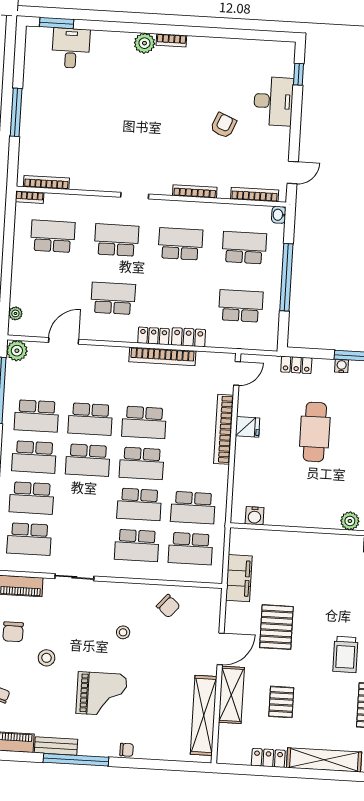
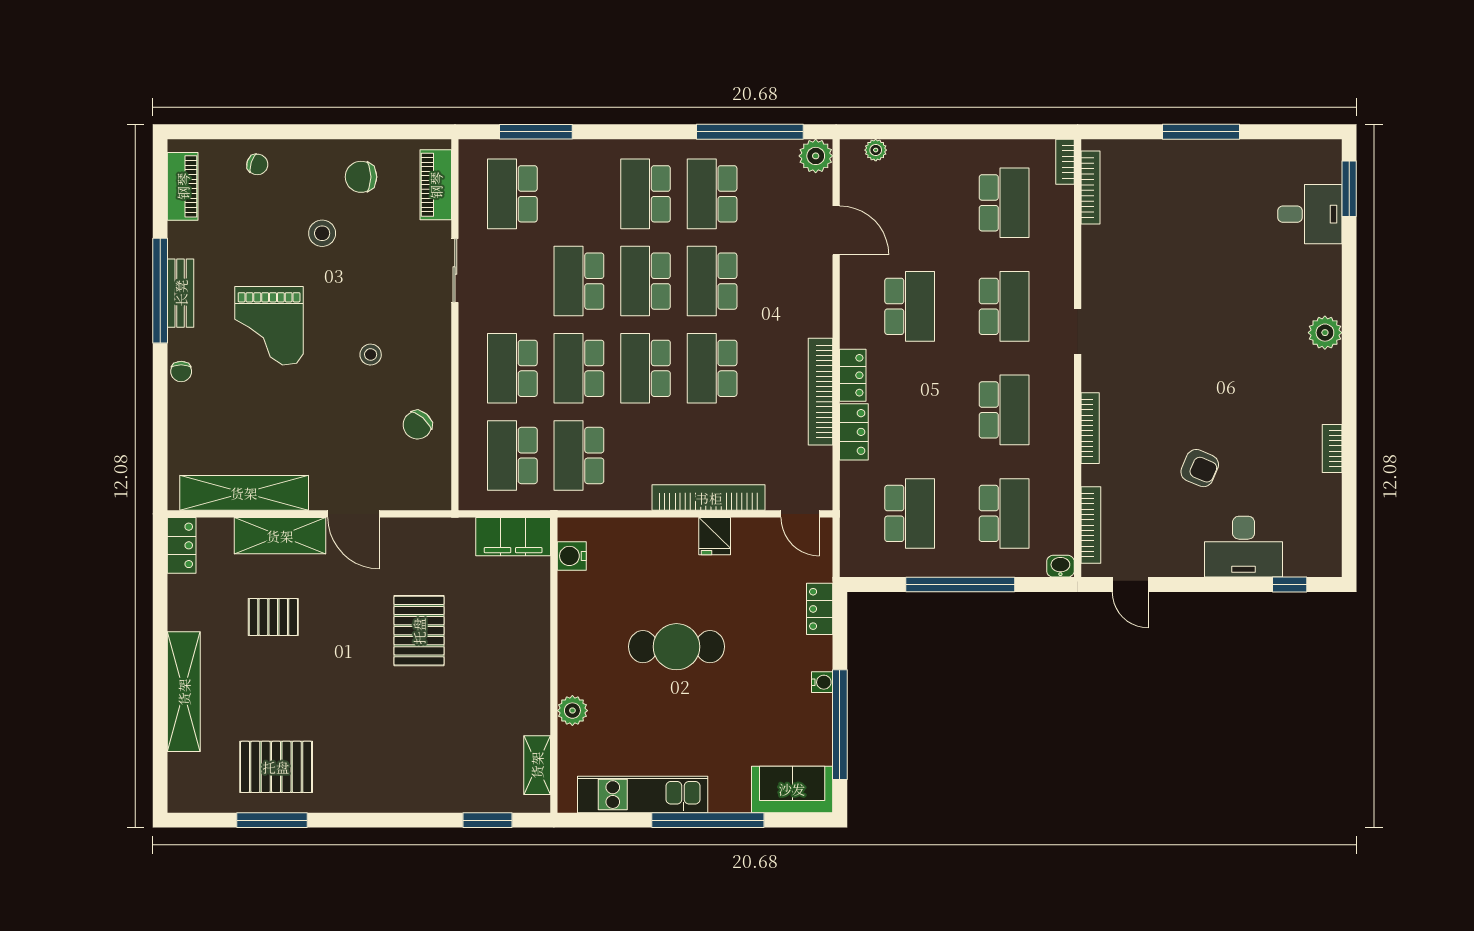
bookcase: (171, 40) -> (1332, 449), moved
cafe table: (315, 432) -> (676, 647), moved
school desk: (32, 498) -> (579, 281), moved
filing cabinet: (239, 578) -> (513, 537), moved
pallet: (276, 627) -> (419, 631), moved, turned 90
trolley: (345, 654) -> (356, 716), removed
bench: (56, 746) -> (181, 293), moved
locker: (268, 758) -> (182, 545), moved

